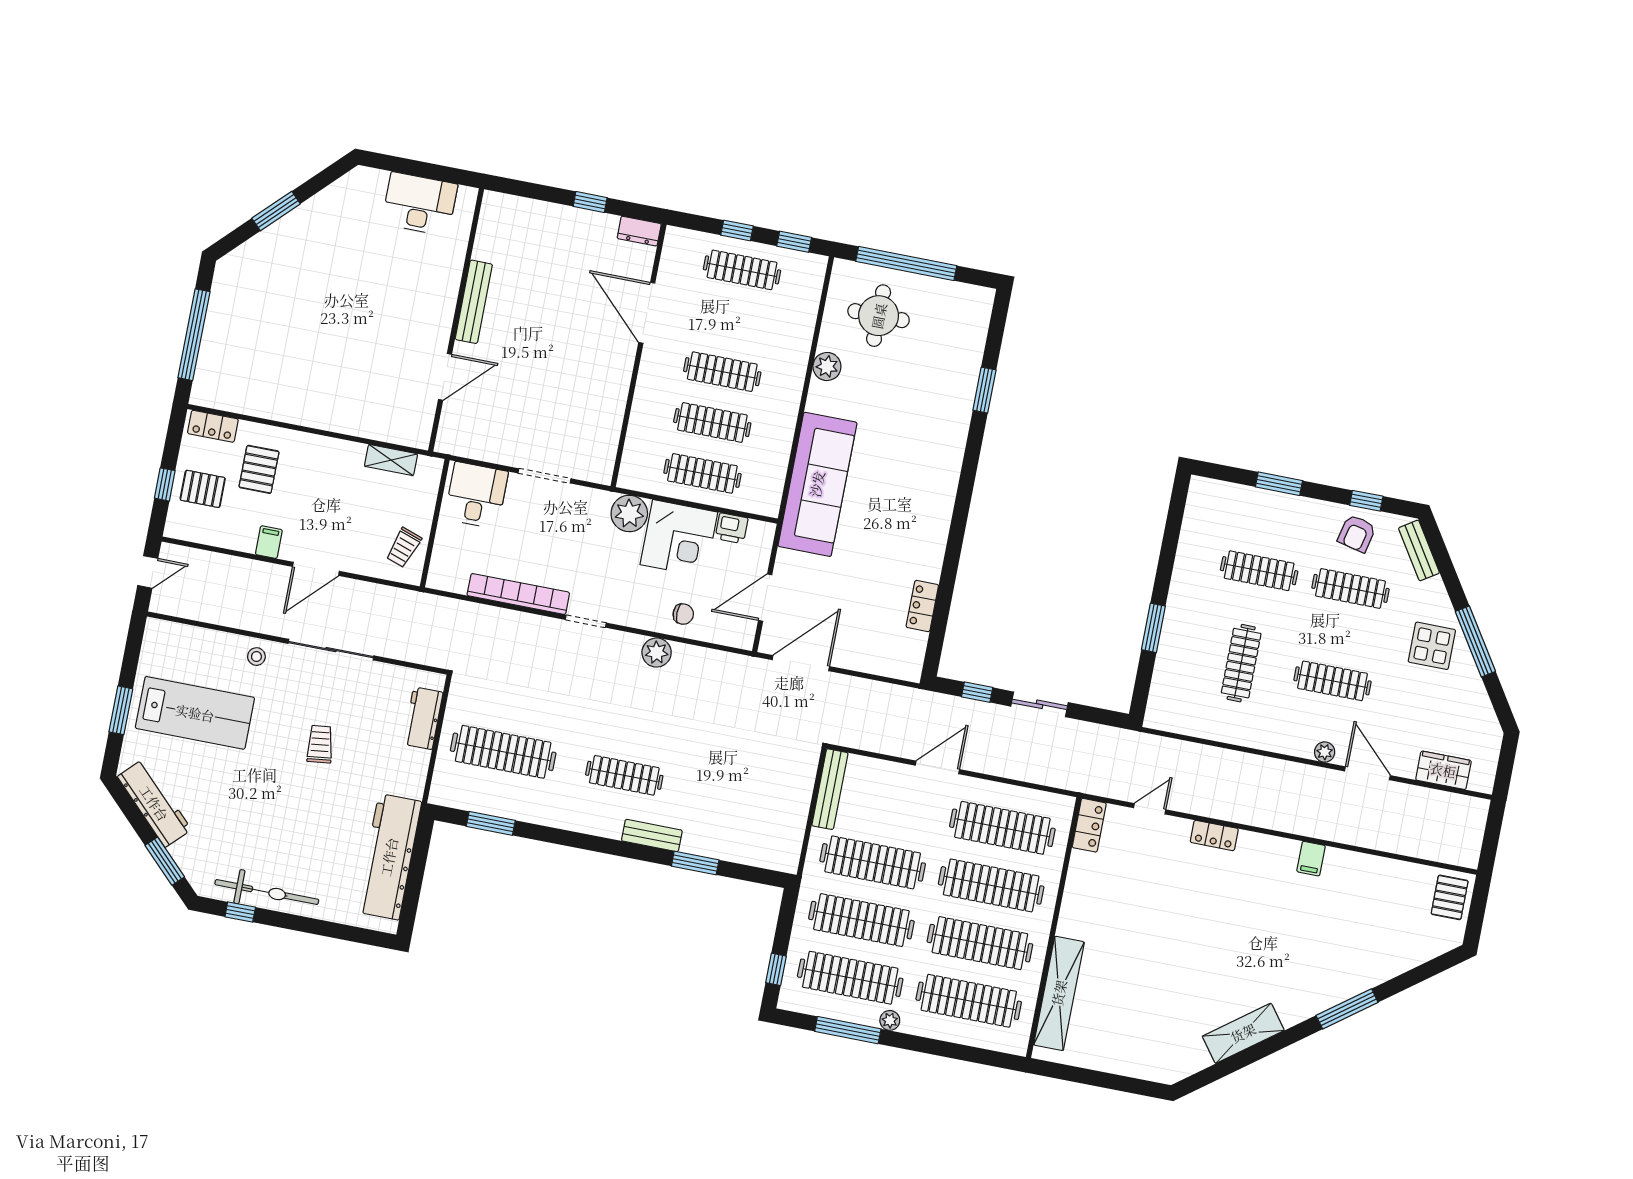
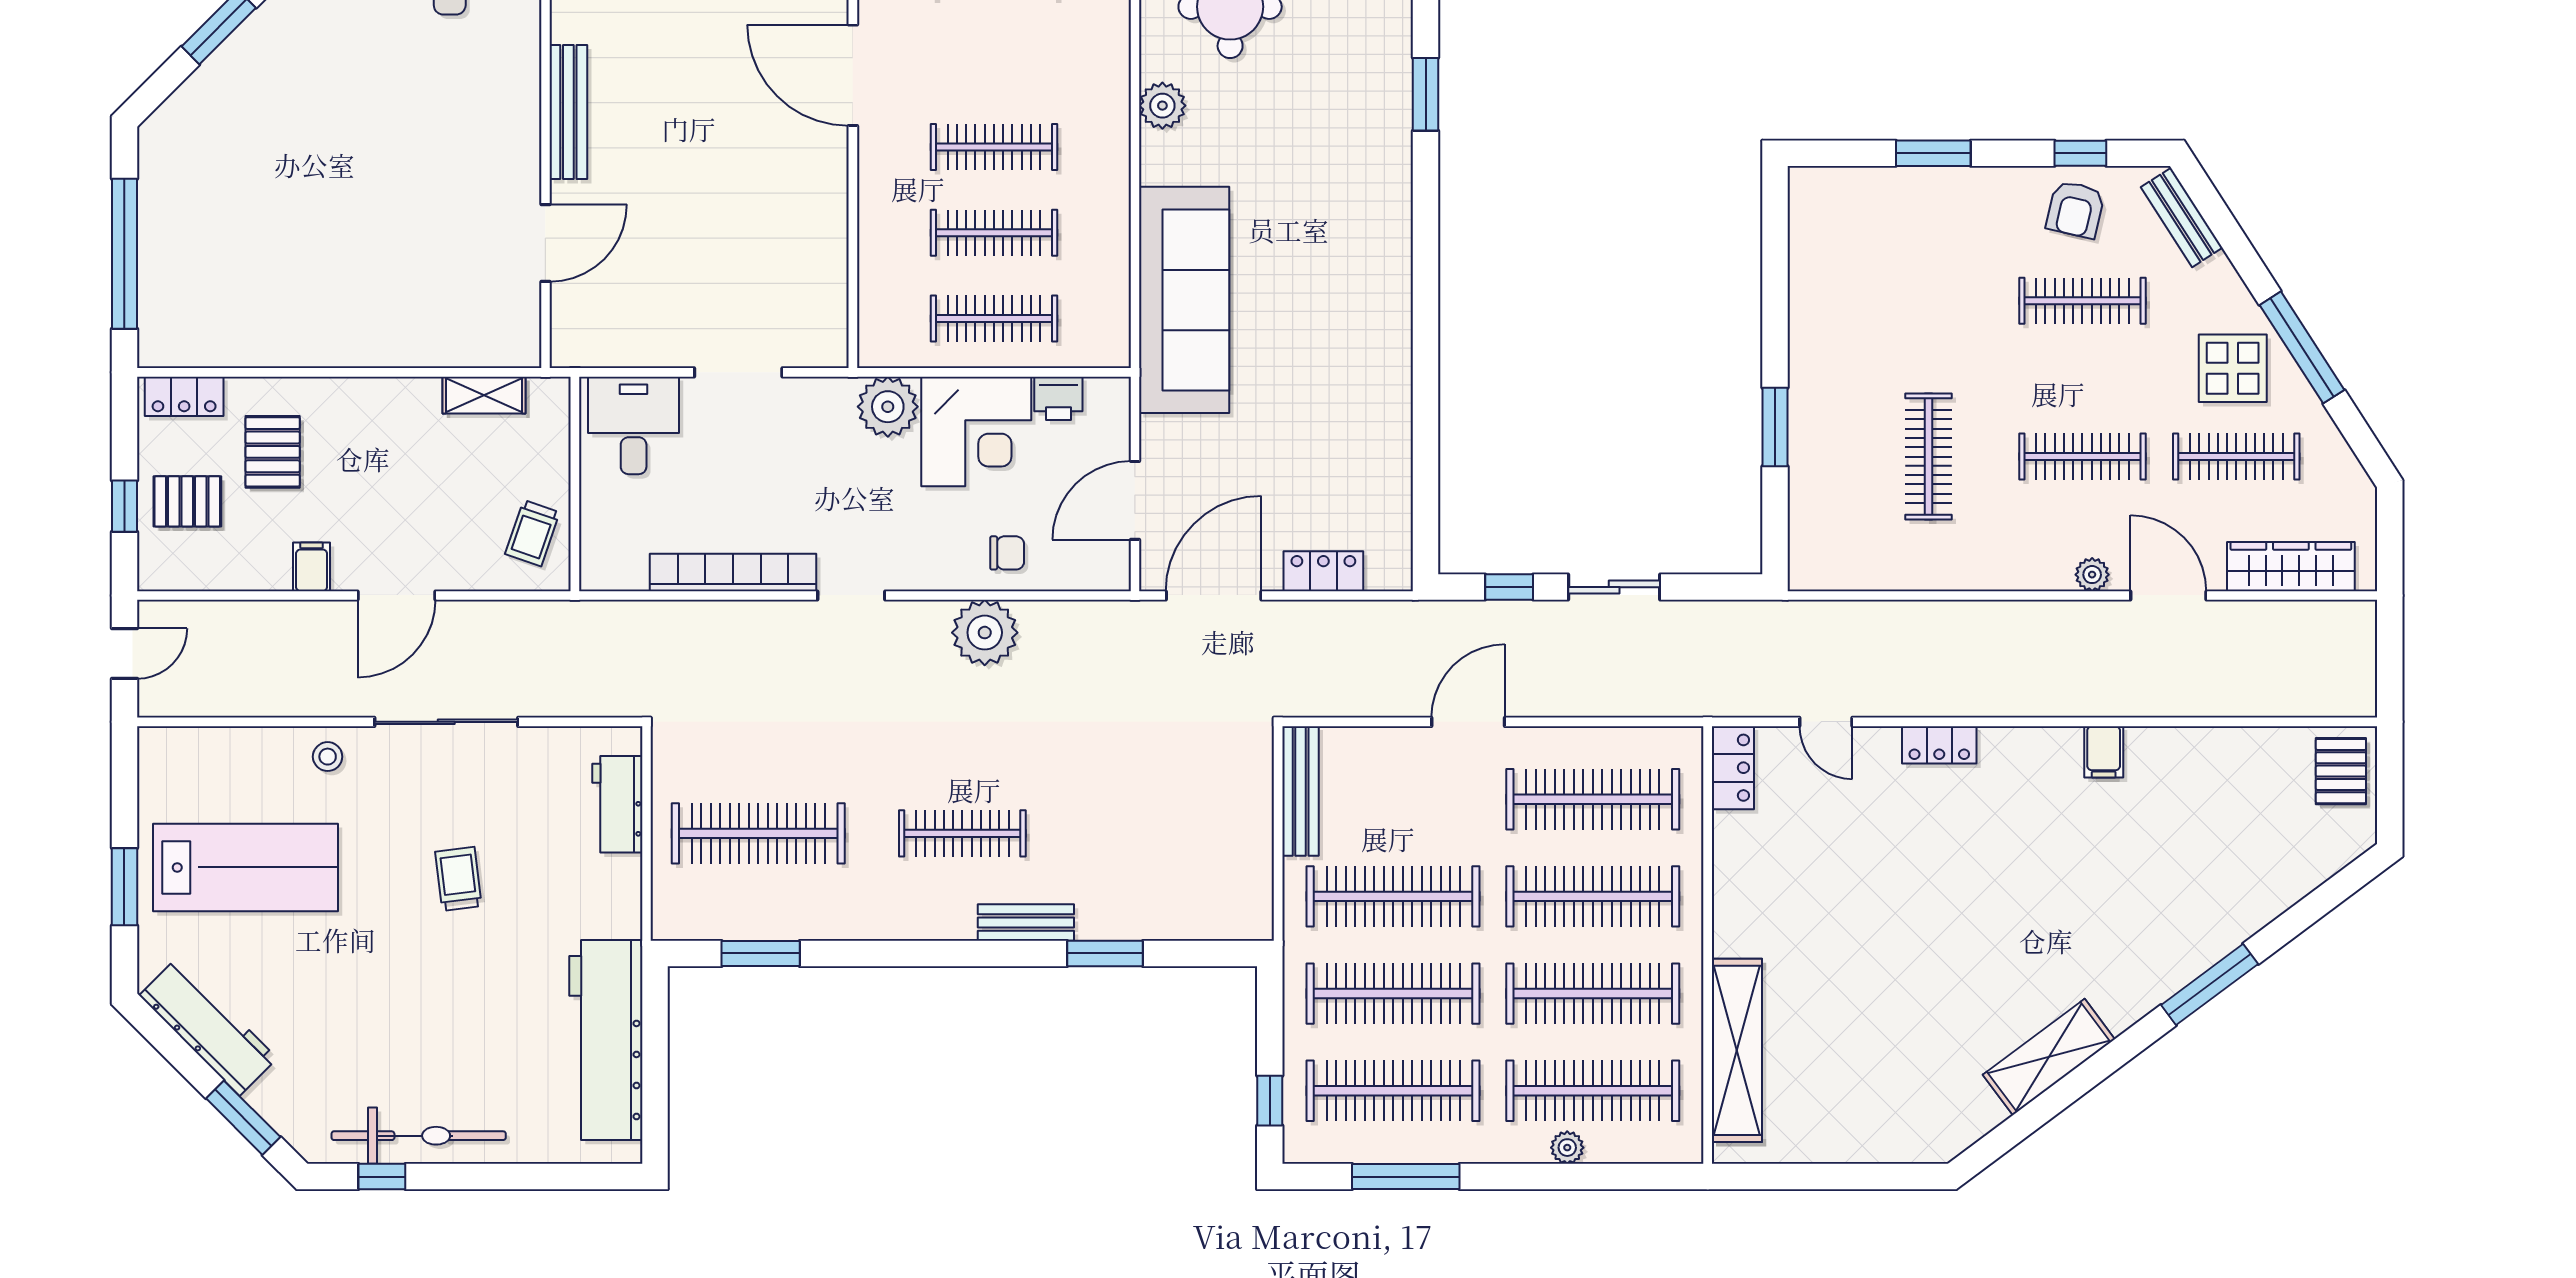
clothes rail: (1259, 571) -> (2236, 457), moved
locker: (922, 606) -> (1323, 571), moved, turned 90
plant: (657, 653) -> (985, 633), width x1.36, depth x1.36
wardrobe: (1443, 770) -> (2291, 567), width x1.50
door: (1150, 809) -> (1826, 722), swing flipped
plant: (890, 1020) -> (1567, 1148), moved

